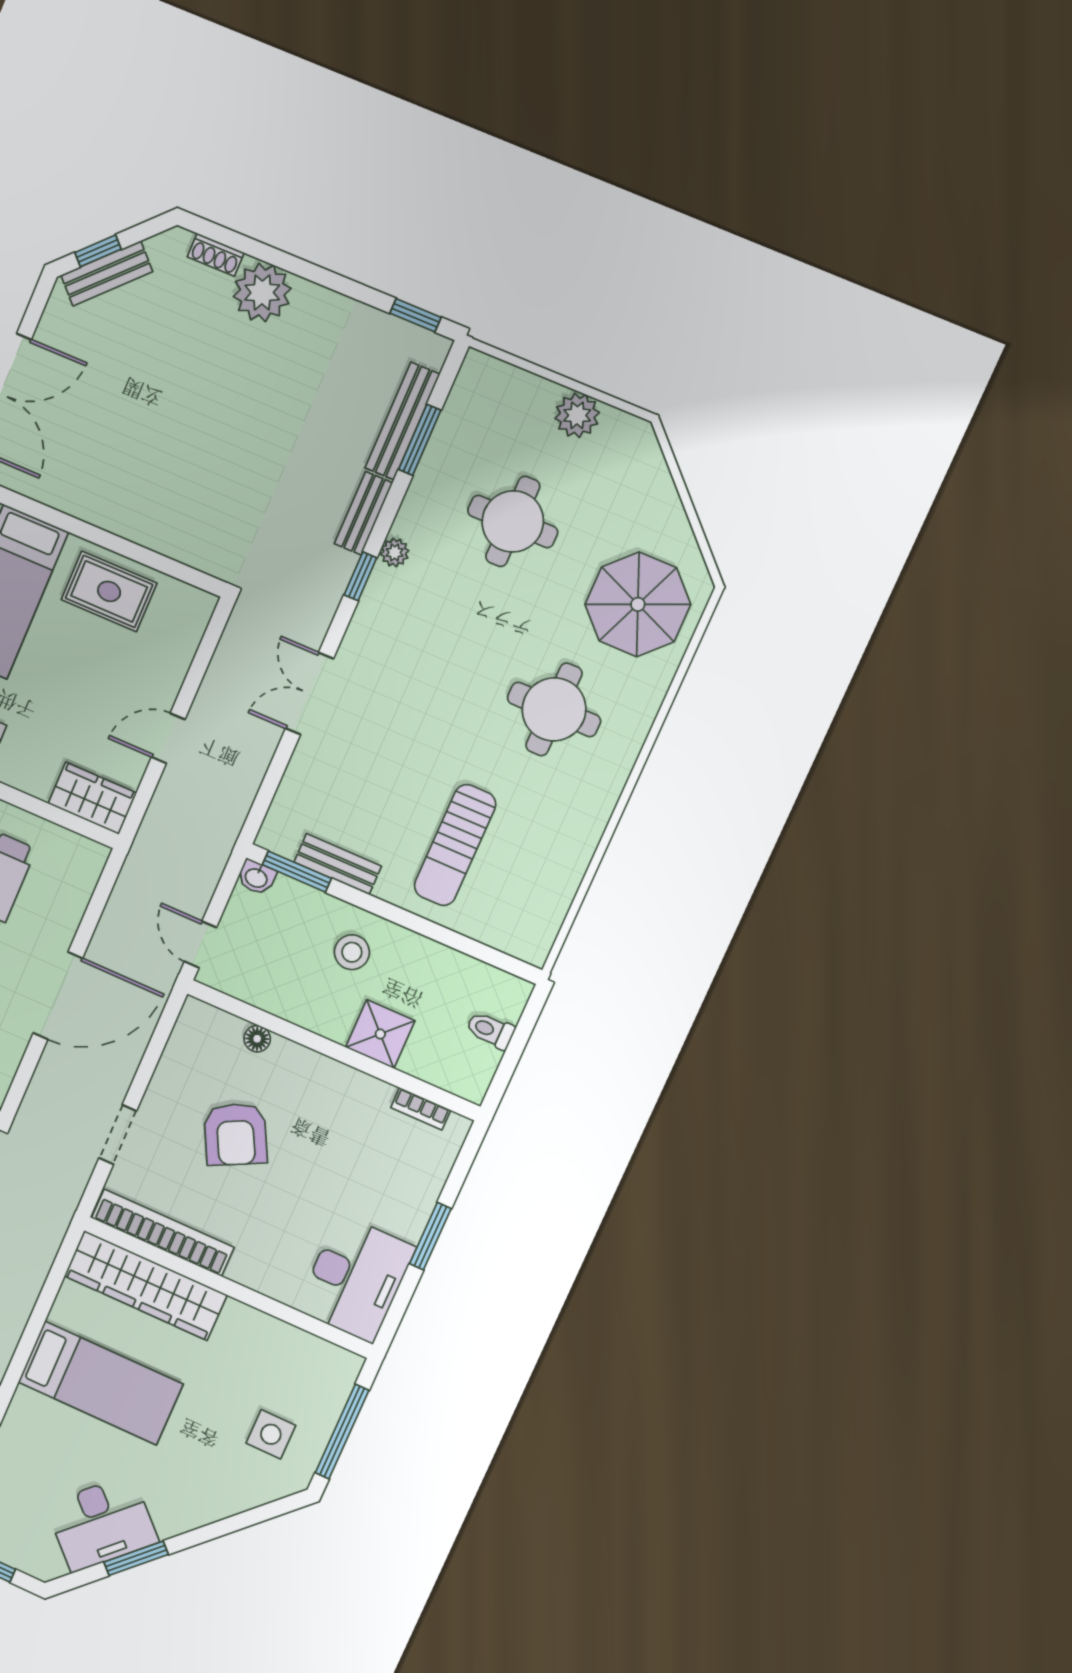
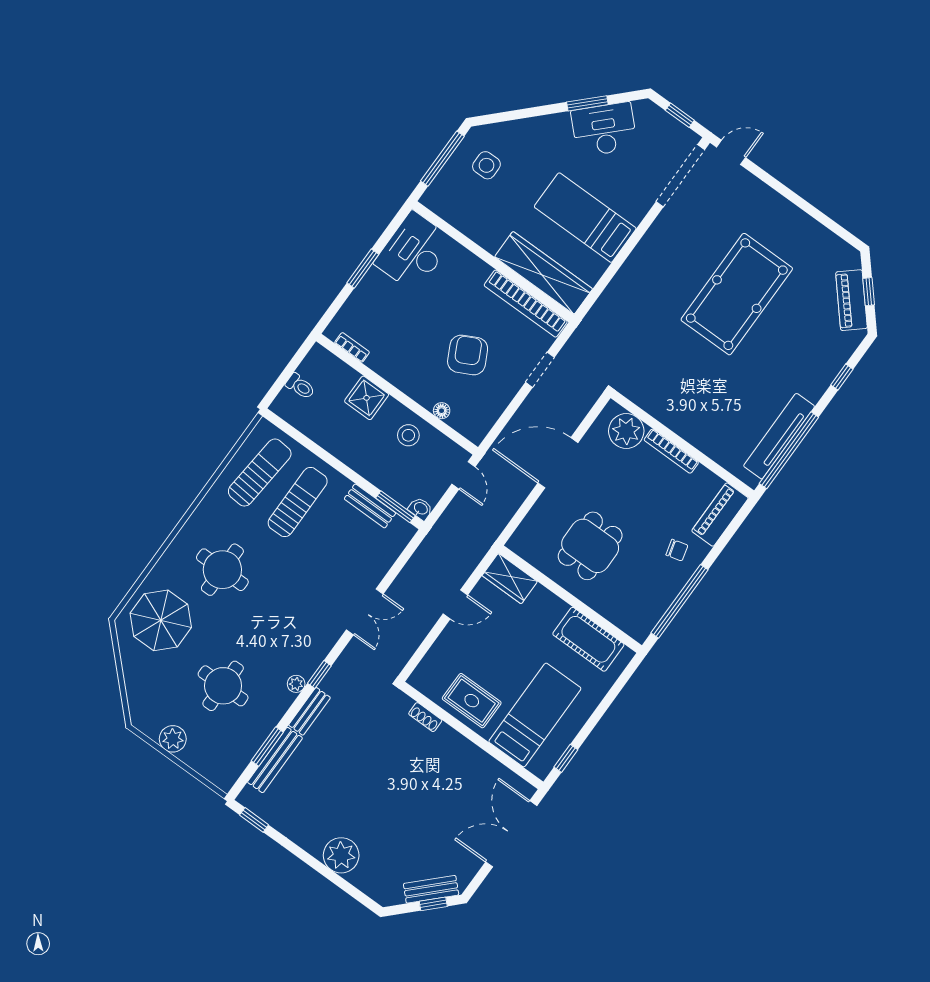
shoe rack: (216, 255) -> (425, 717), moved, turned 180
sun lounger: (527, 879) -> (260, 473), added
stool: (352, 952) -> (408, 435), moved

